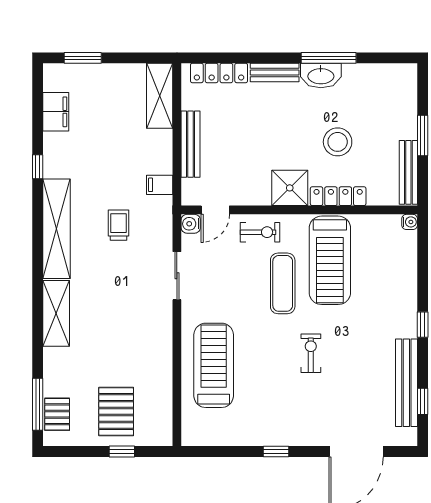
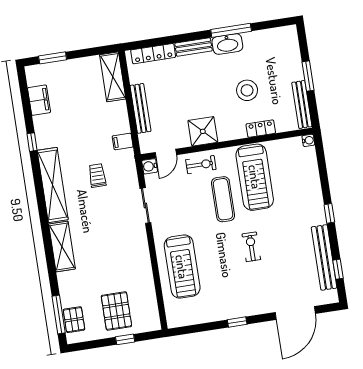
shower: (290, 188) -> (203, 131), moved
locker: (338, 196) -> (261, 129), width x0.66
treadmill: (214, 365) -> (182, 267), turned 180

